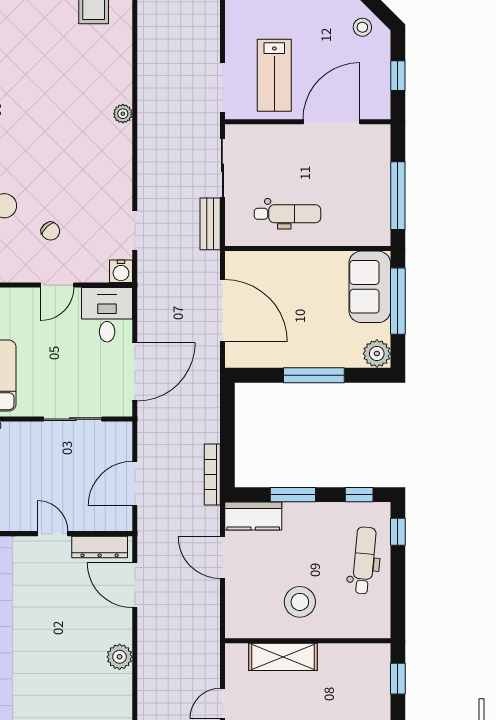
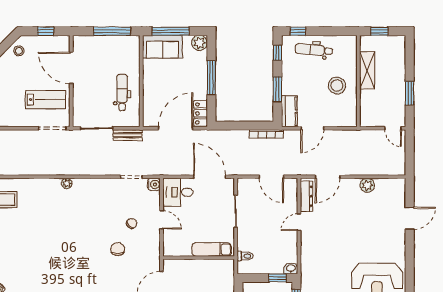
locker: (249, 356) -> (201, 113), added
shelving: (283, 657) -> (367, 70), moved

